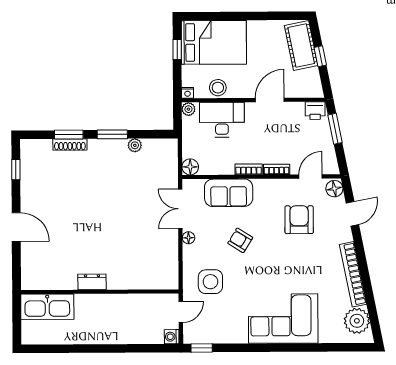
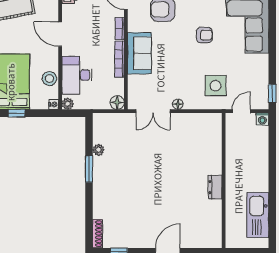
window: (69, 135) -> (89, 206), removed
shoe rack: (70, 145) -> (98, 234), moved
bookcase: (249, 169) -> (119, 59), width x1.56
sofa: (229, 193) -> (139, 53), moved
armchair: (240, 240) -> (204, 35), moved, turned -122
kitchen sink: (47, 307) -> (258, 215), moved, turned 180
door: (181, 312) -> (241, 111), hinge flipped

